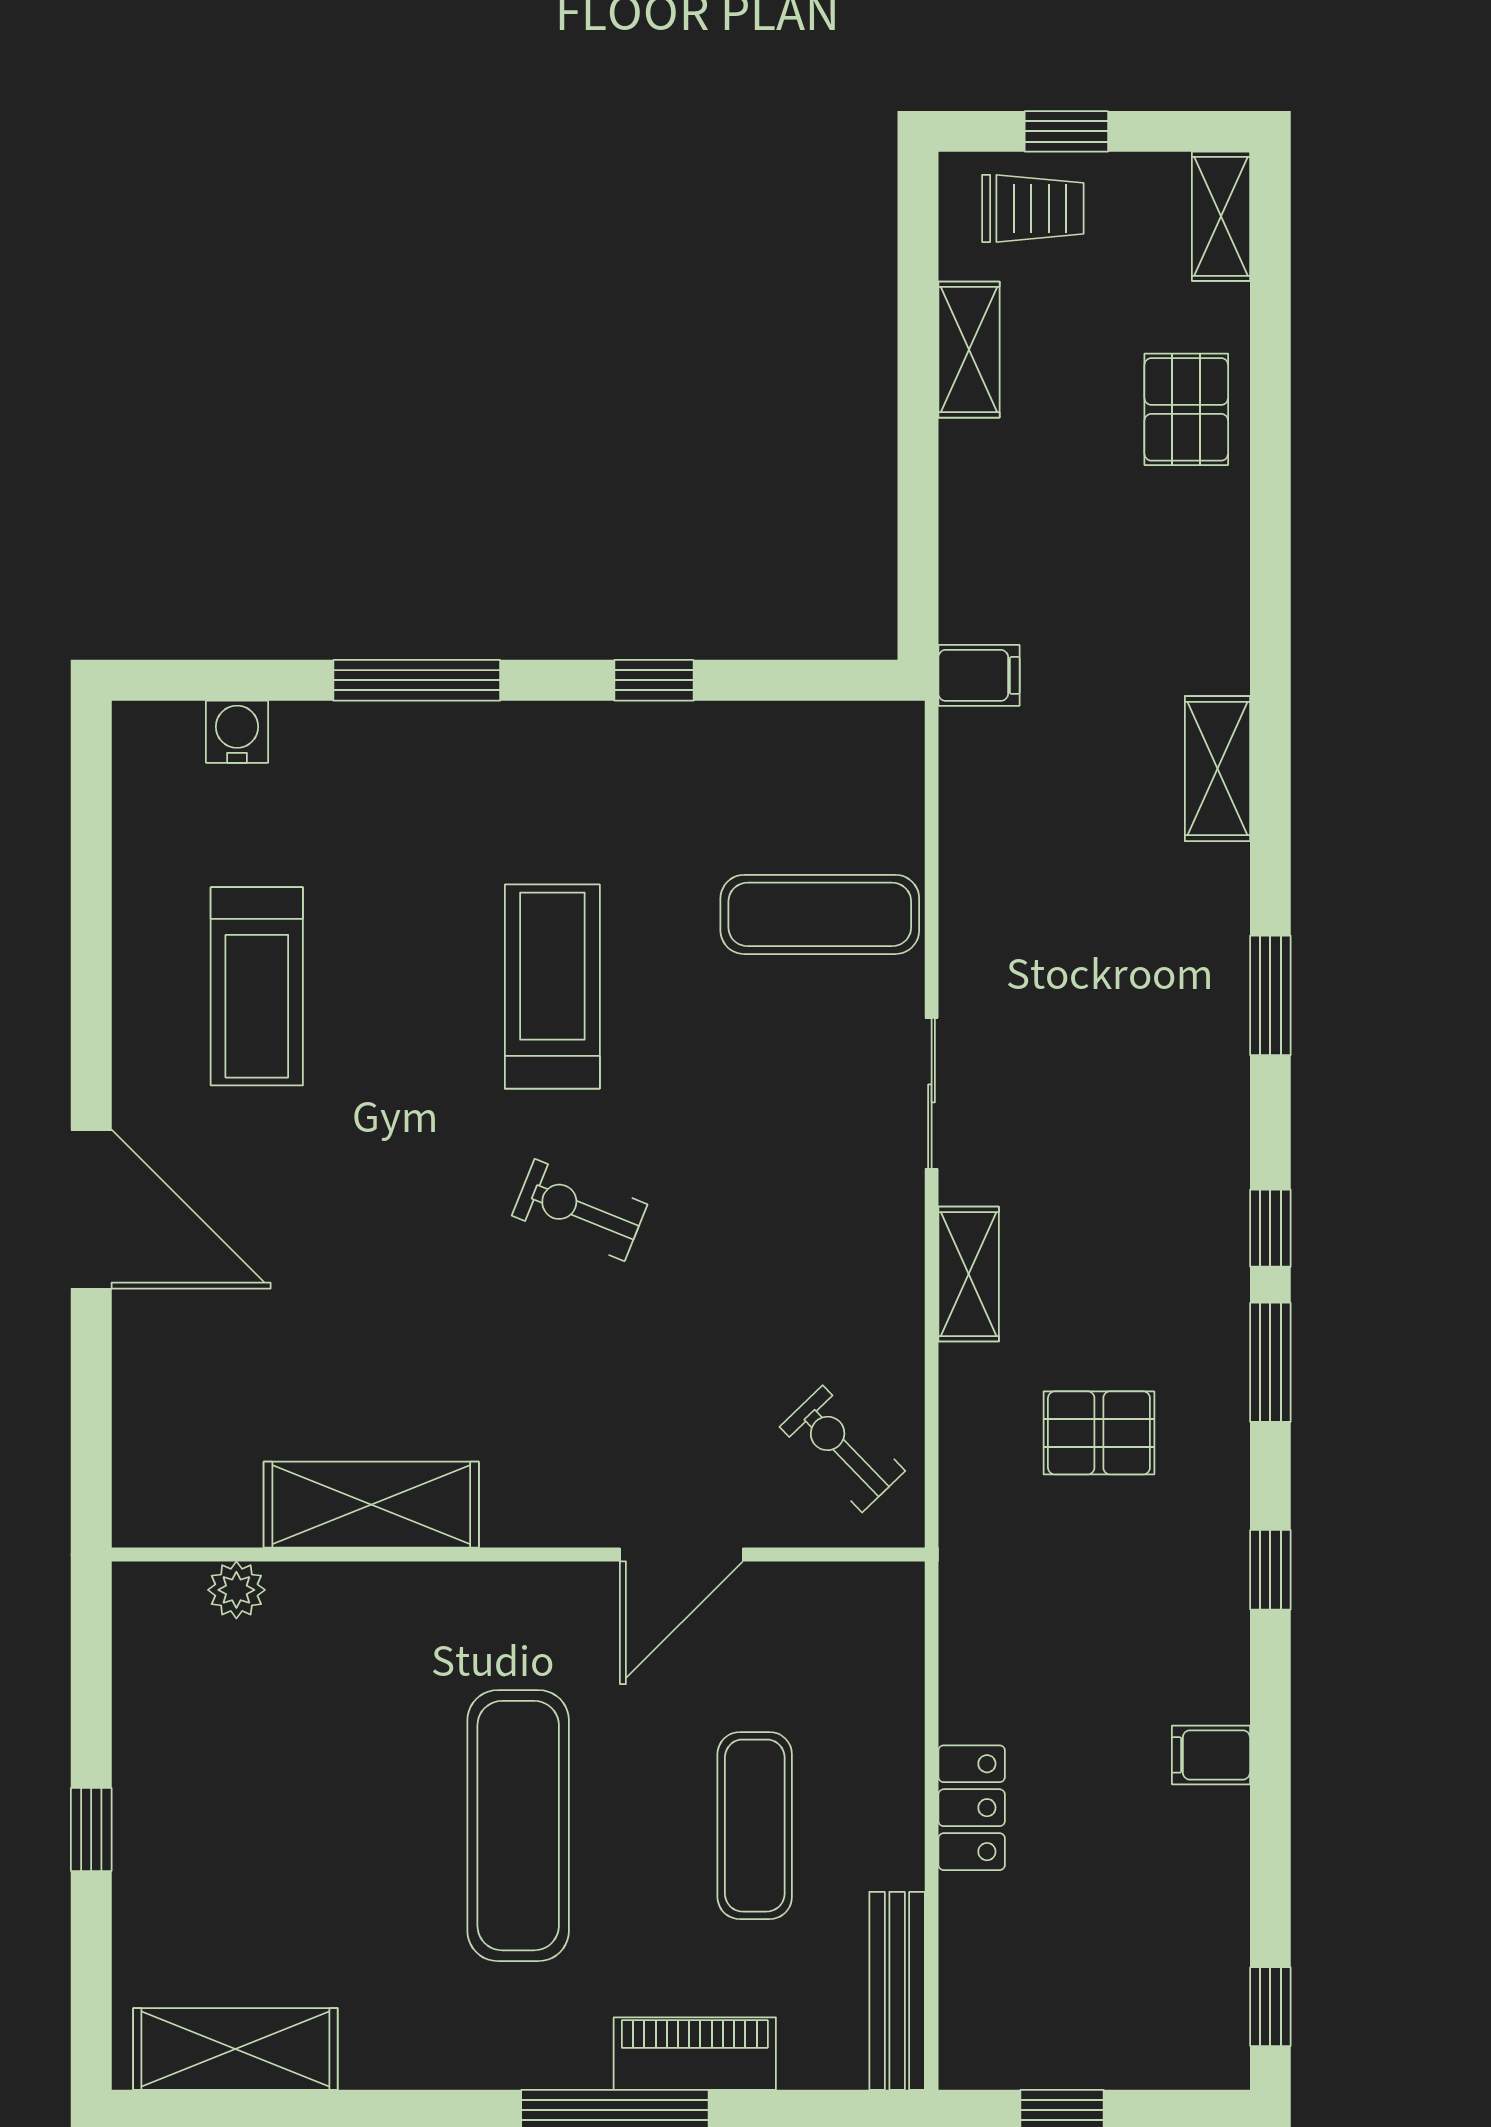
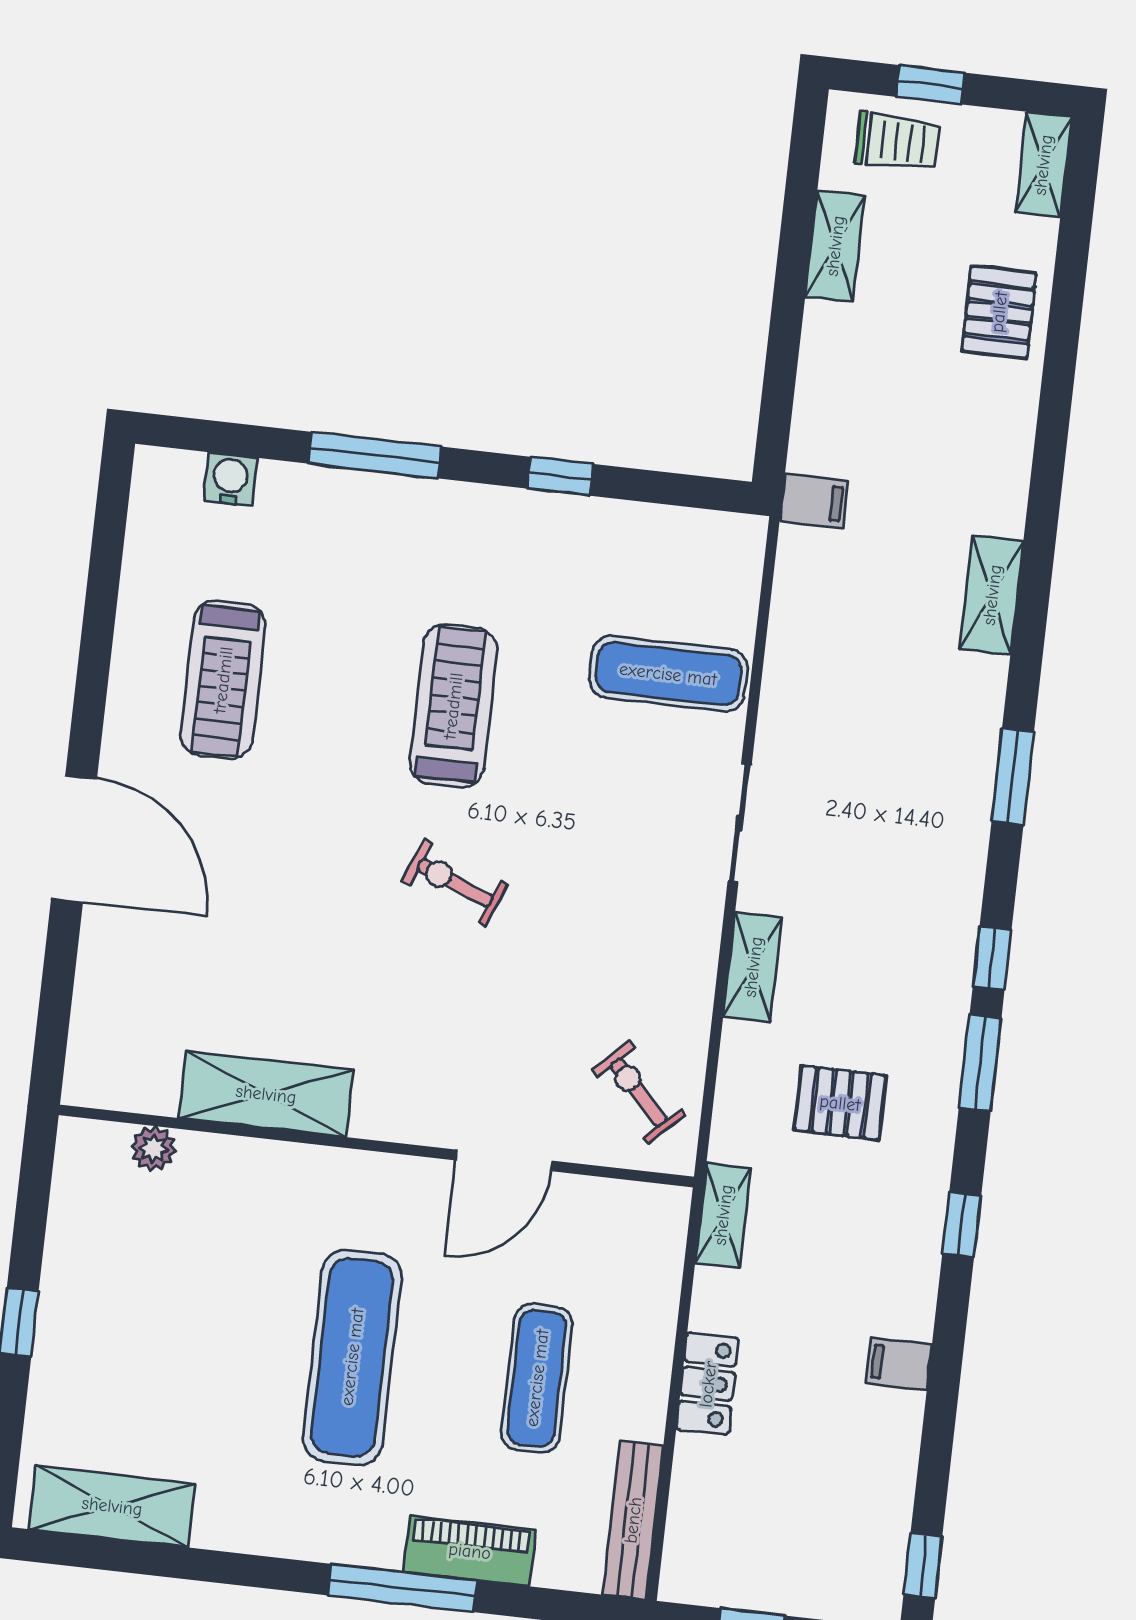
shelving: (967, 1592) -> (723, 1215), added

